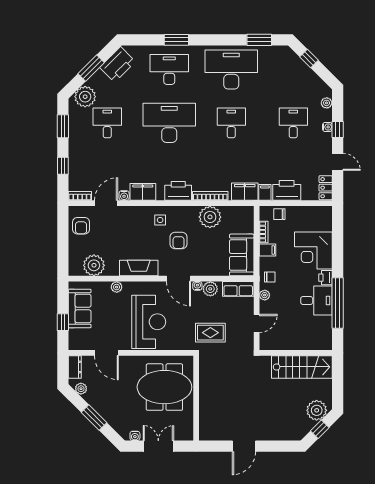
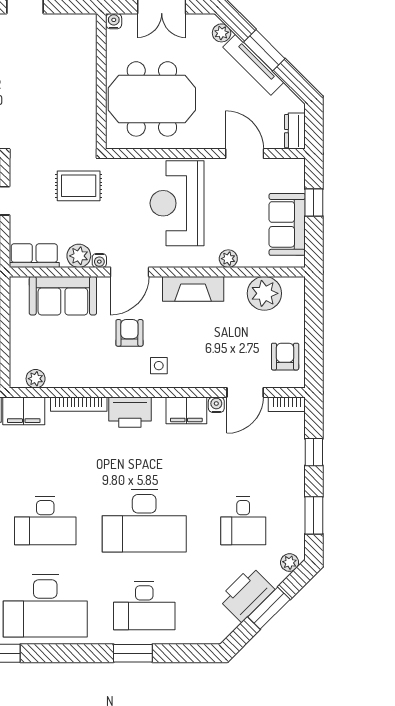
printer: (118, 65) -> (246, 594), moved
plant: (85, 97) -> (290, 563), width x0.53, depth x0.53
desk: (231, 123) -> (45, 521), width x1.37
plant: (210, 217) -> (36, 379), moved, width x0.53, depth x0.53
sofa: (242, 255) -> (63, 296), moved, turned 90
door: (178, 279) -> (130, 272), swing flipped
plant: (81, 389) -> (222, 33), moved
tv unit: (101, 409) -> (253, 65), added
water cooler: (135, 436) -> (114, 21), moved

